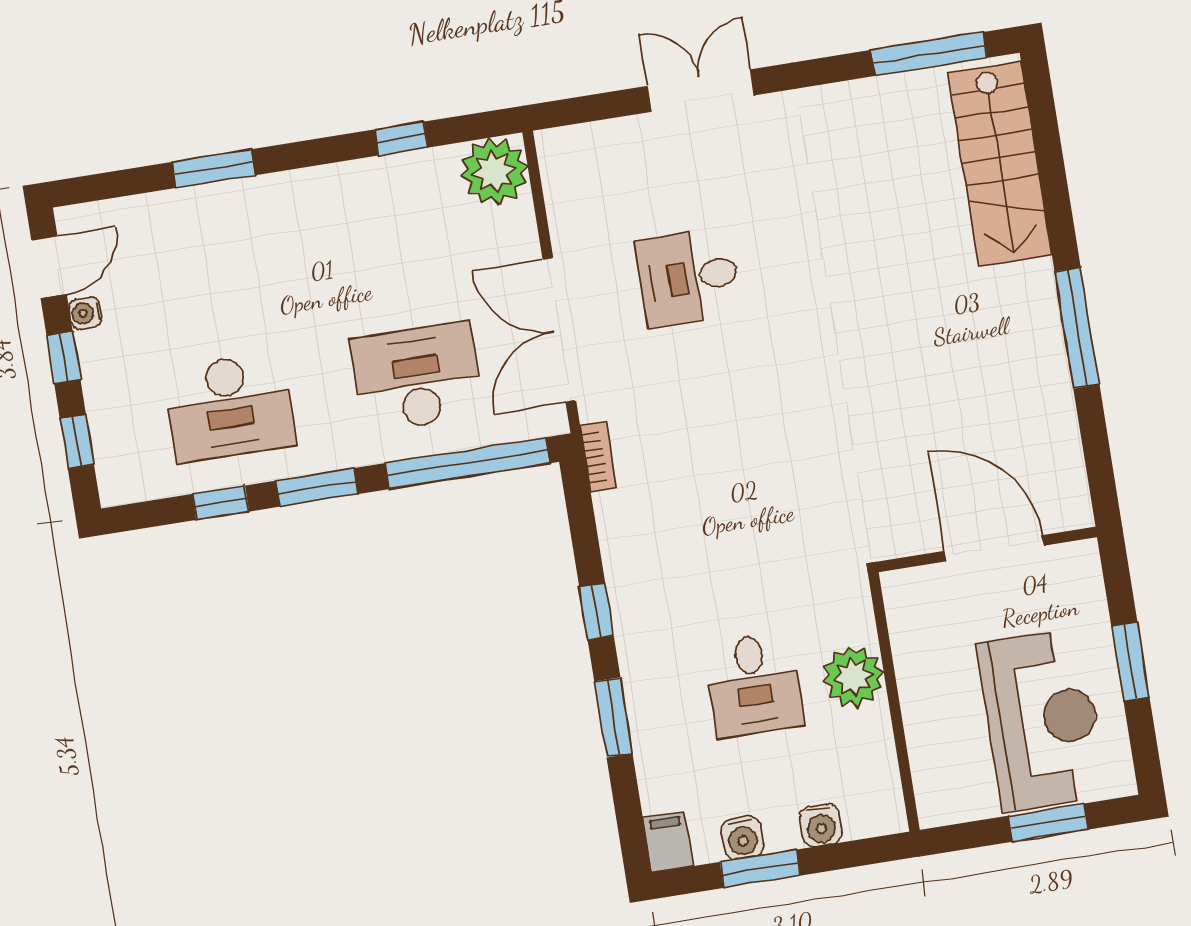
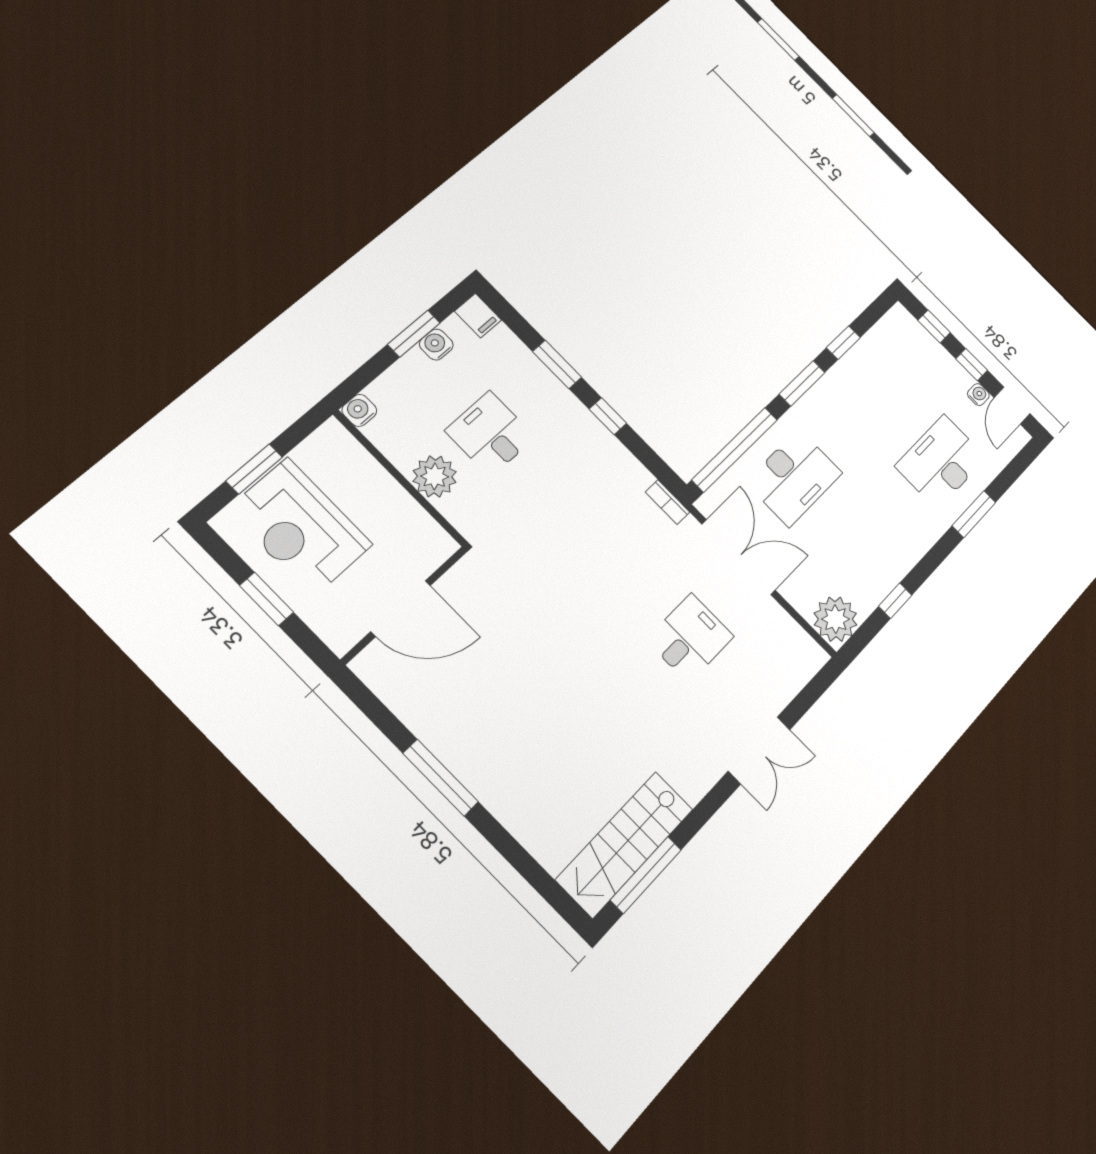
stairs: (1000, 164) -> (625, 844), moved, turned -90
desk: (229, 407) -> (941, 462), moved
water cooler: (821, 825) -> (359, 410), moved

